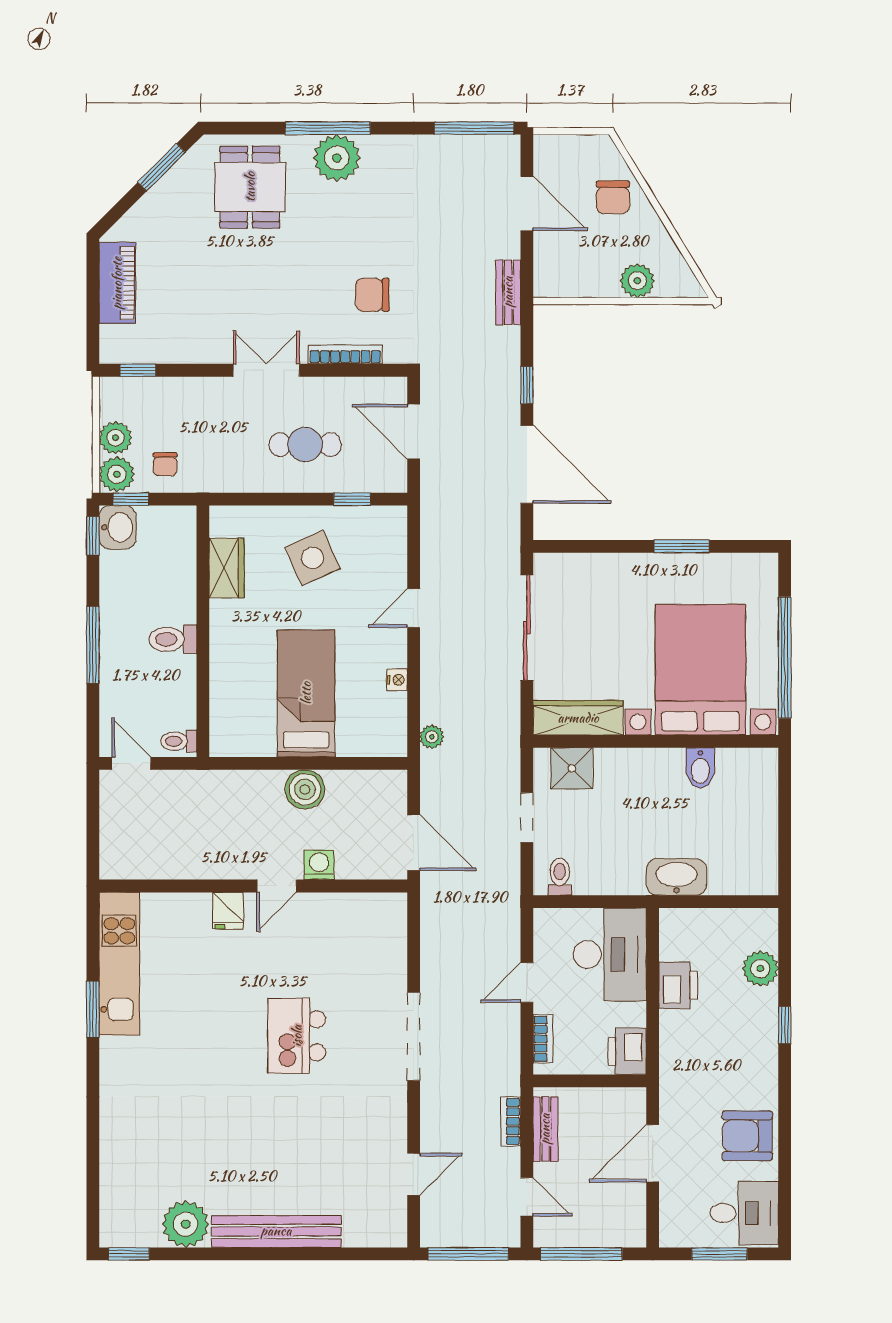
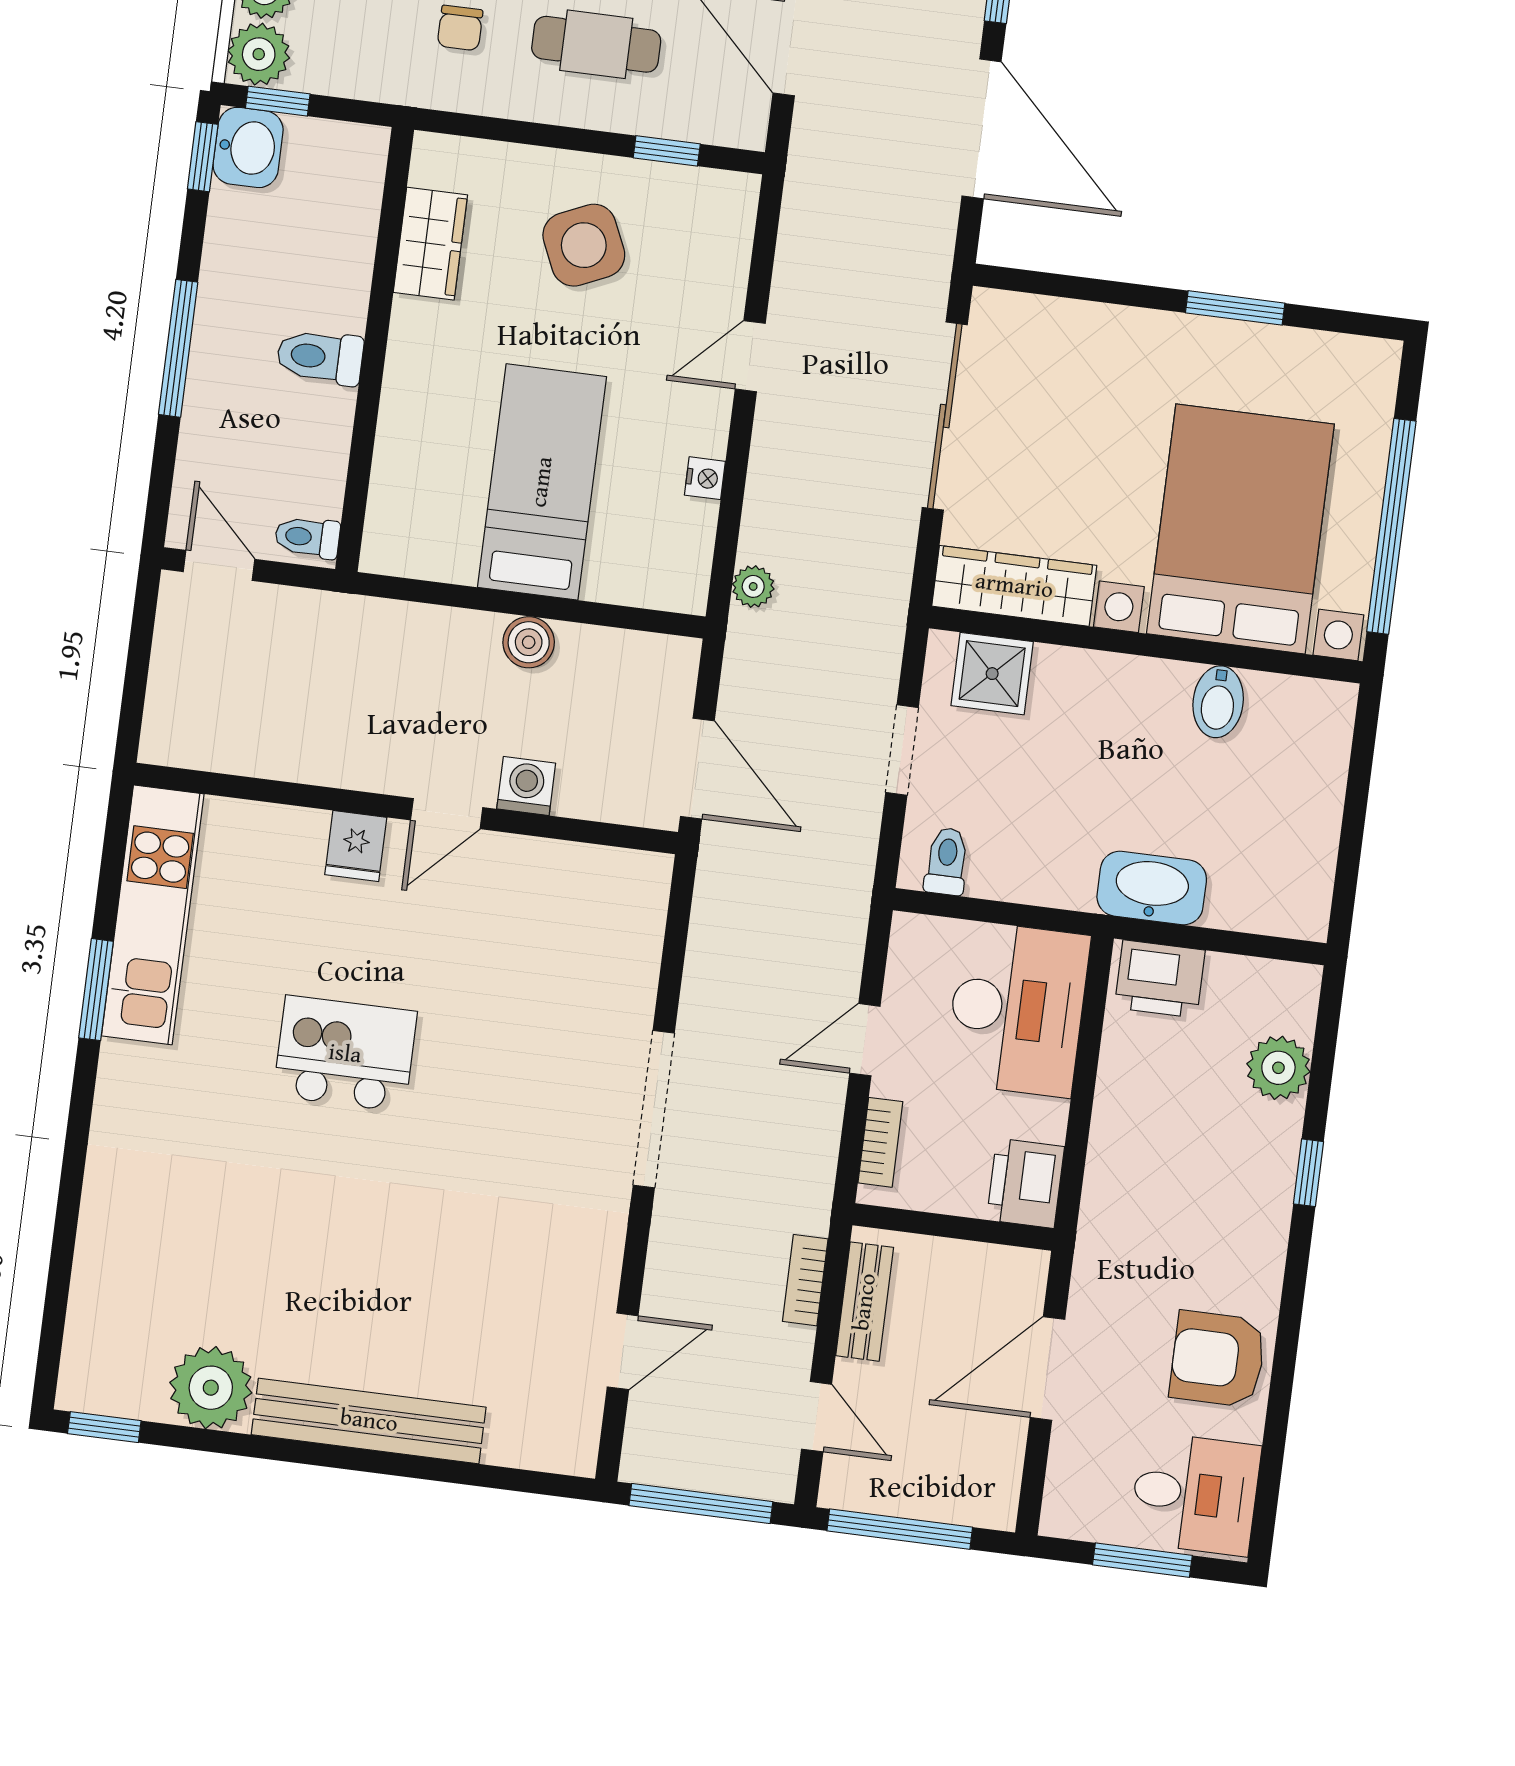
chair: (165, 464) -> (460, 28), moved
boiler: (305, 789) -> (529, 642), width x0.73, depth x0.73
printer: (678, 985) -> (1160, 979), moved, turned 90
kitchen island: (297, 1036) -> (345, 1054), moved, turned 90

